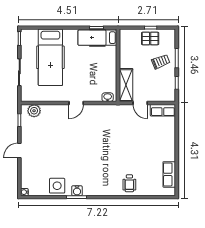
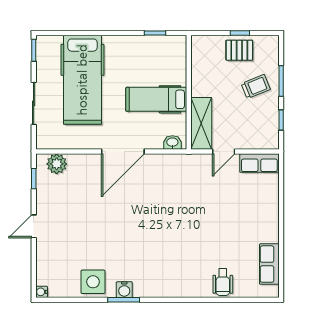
hospital bed: (97, 38) -> (156, 99), moved
door: (76, 103) -> (123, 152), width x1.88
door: (140, 103) -> (224, 152), hinge flipped
wheelchair: (129, 183) -> (223, 282), moved

